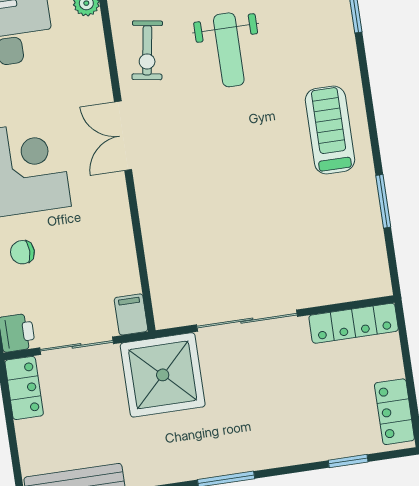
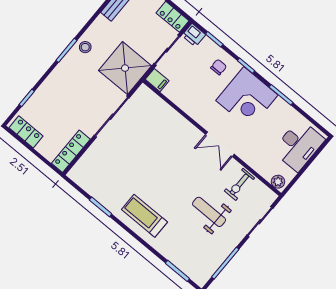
exercise bike: (147, 50) -> (239, 184), turned -99
treadmill: (330, 130) -> (144, 216), turned 180
double door: (123, 136) -> (220, 144), swing flipped
stool: (194, 459) -> (85, 47), added

